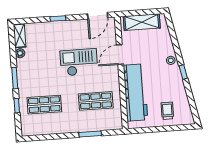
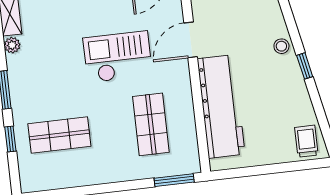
shop shelf: (96, 101) -> (151, 124), turned 90
trolley: (167, 111) -> (306, 141), moved
window: (90, 134) -> (174, 180), moved

